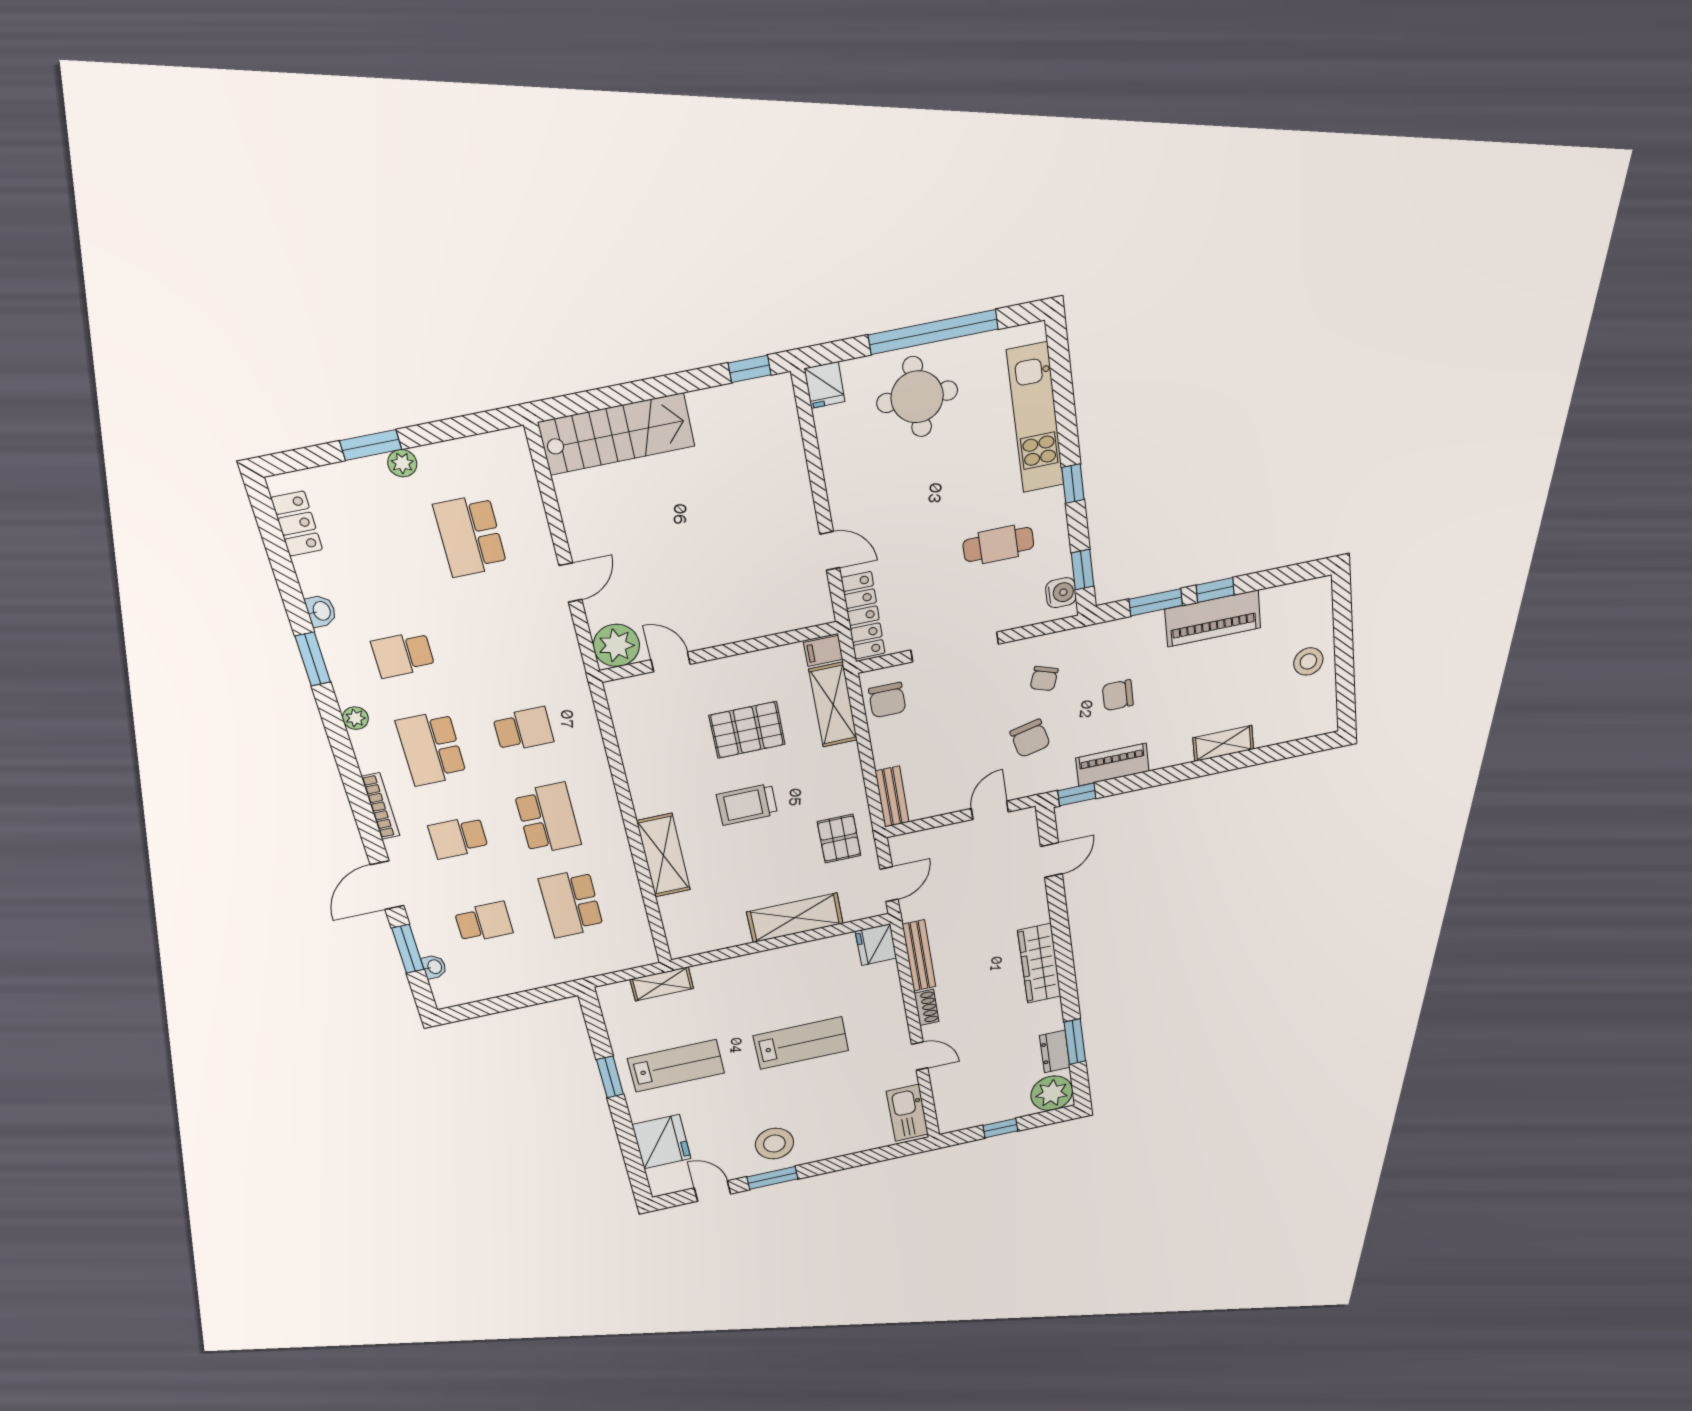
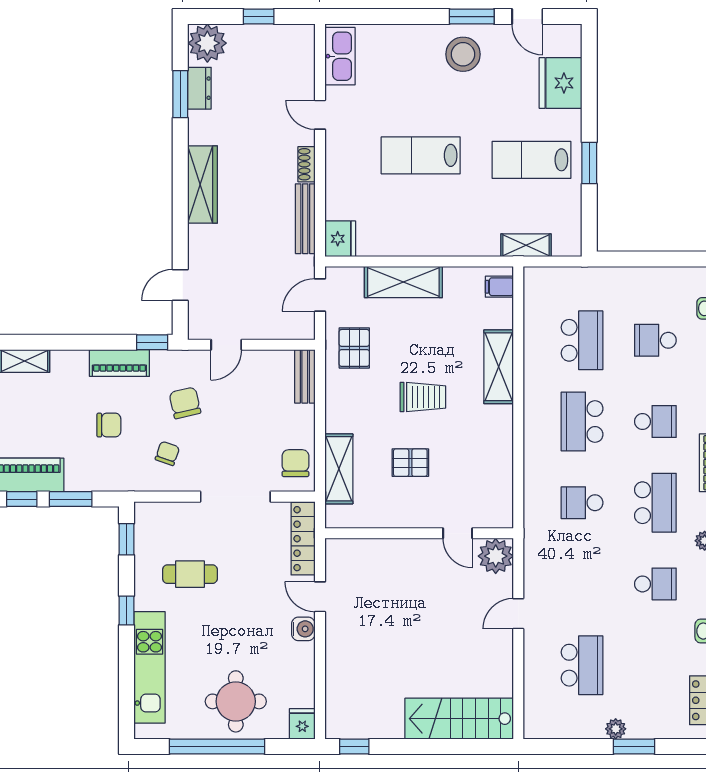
water cooler: (1061, 593) -> (303, 629), moved, turned 180
filing cabinet: (823, 651) -> (499, 287), moved, turned 180
pallet: (747, 730) -> (410, 463), width x0.67, depth x0.71

